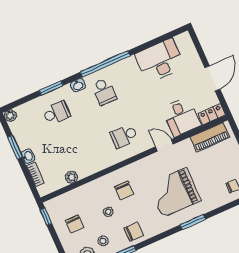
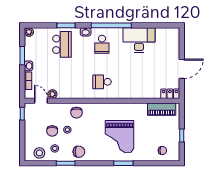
desk: (160, 61) -> (139, 40), moved
school desk: (56, 113) -> (62, 44), width x1.85
desk: (181, 117) -> (148, 86), removed
door: (164, 145) -> (41, 101), moved
chair: (124, 190) -> (77, 113), moved
grand piano: (174, 192) -> (120, 137), turned -90
chair: (75, 224) -> (52, 131), moved

